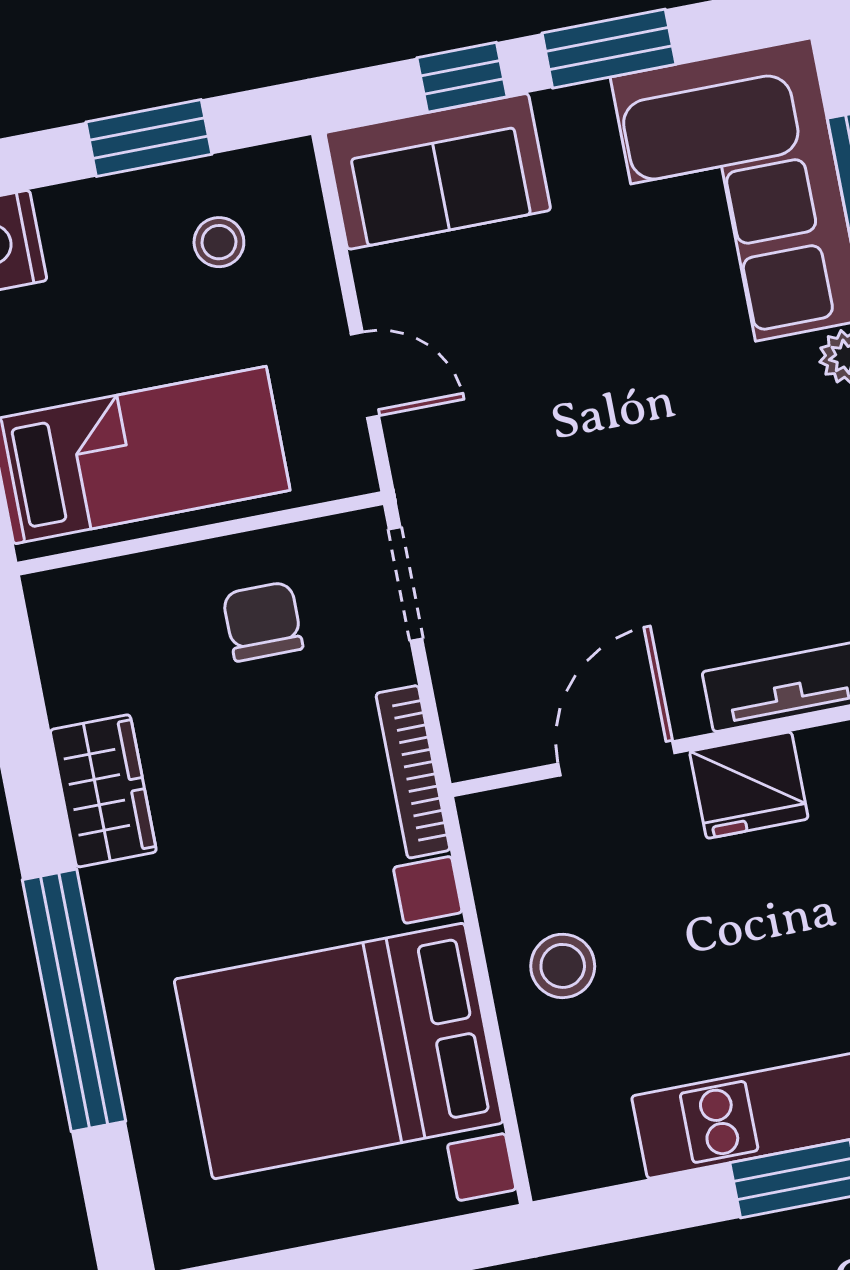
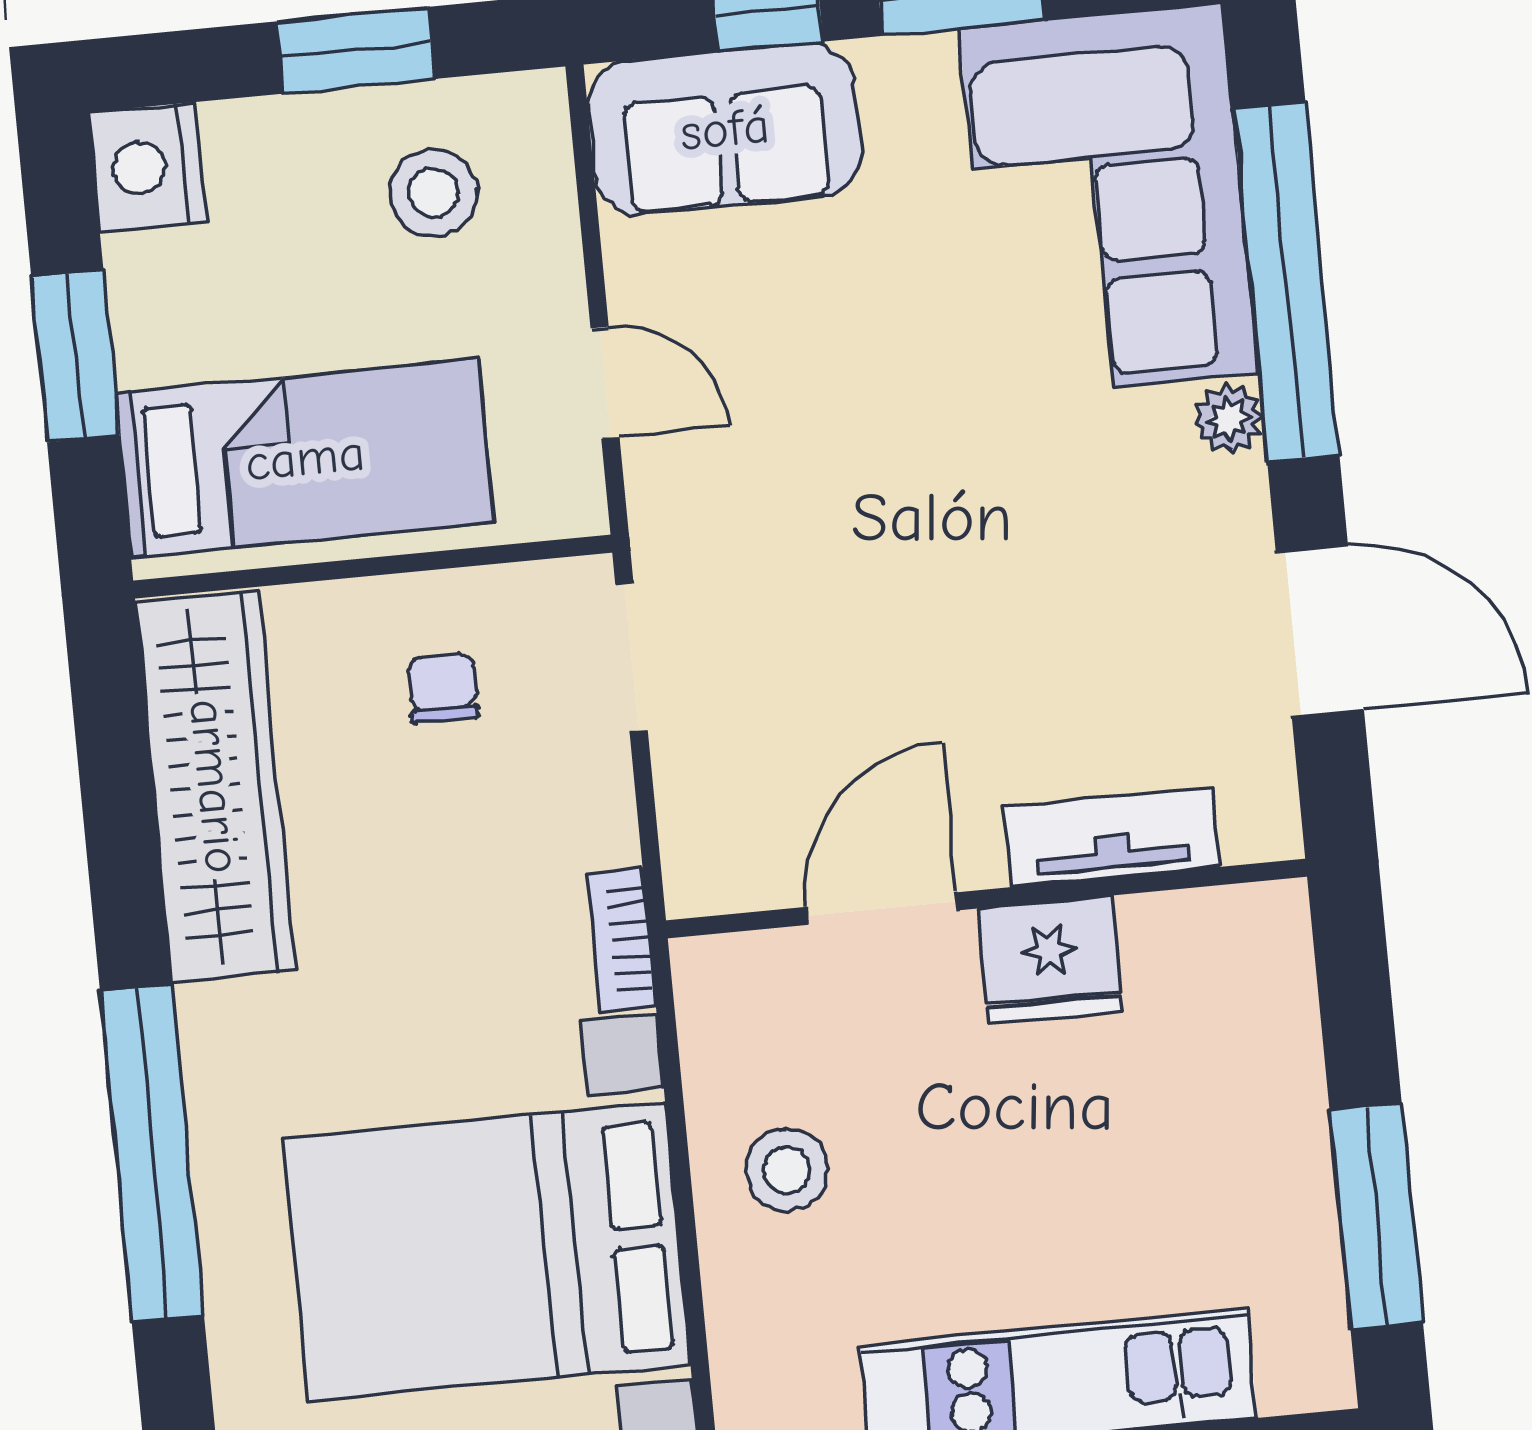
stool: (219, 242) -> (433, 193), width x1.37, depth x1.37
chair: (263, 621) -> (443, 688), width x0.73, depth x0.73
bookcase: (413, 772) -> (622, 940), width x0.64
wardrobe: (103, 791) -> (215, 786), width x2.10, depth x1.17

